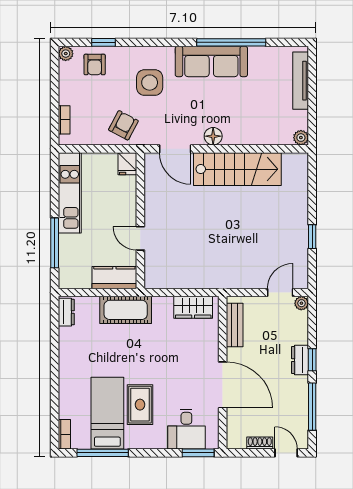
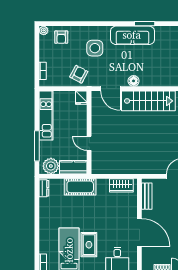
window: (103, 42) -> (67, 24), removed
window: (231, 42) -> (145, 24), width x0.47
plant: (78, 276) -> (51, 166), added

